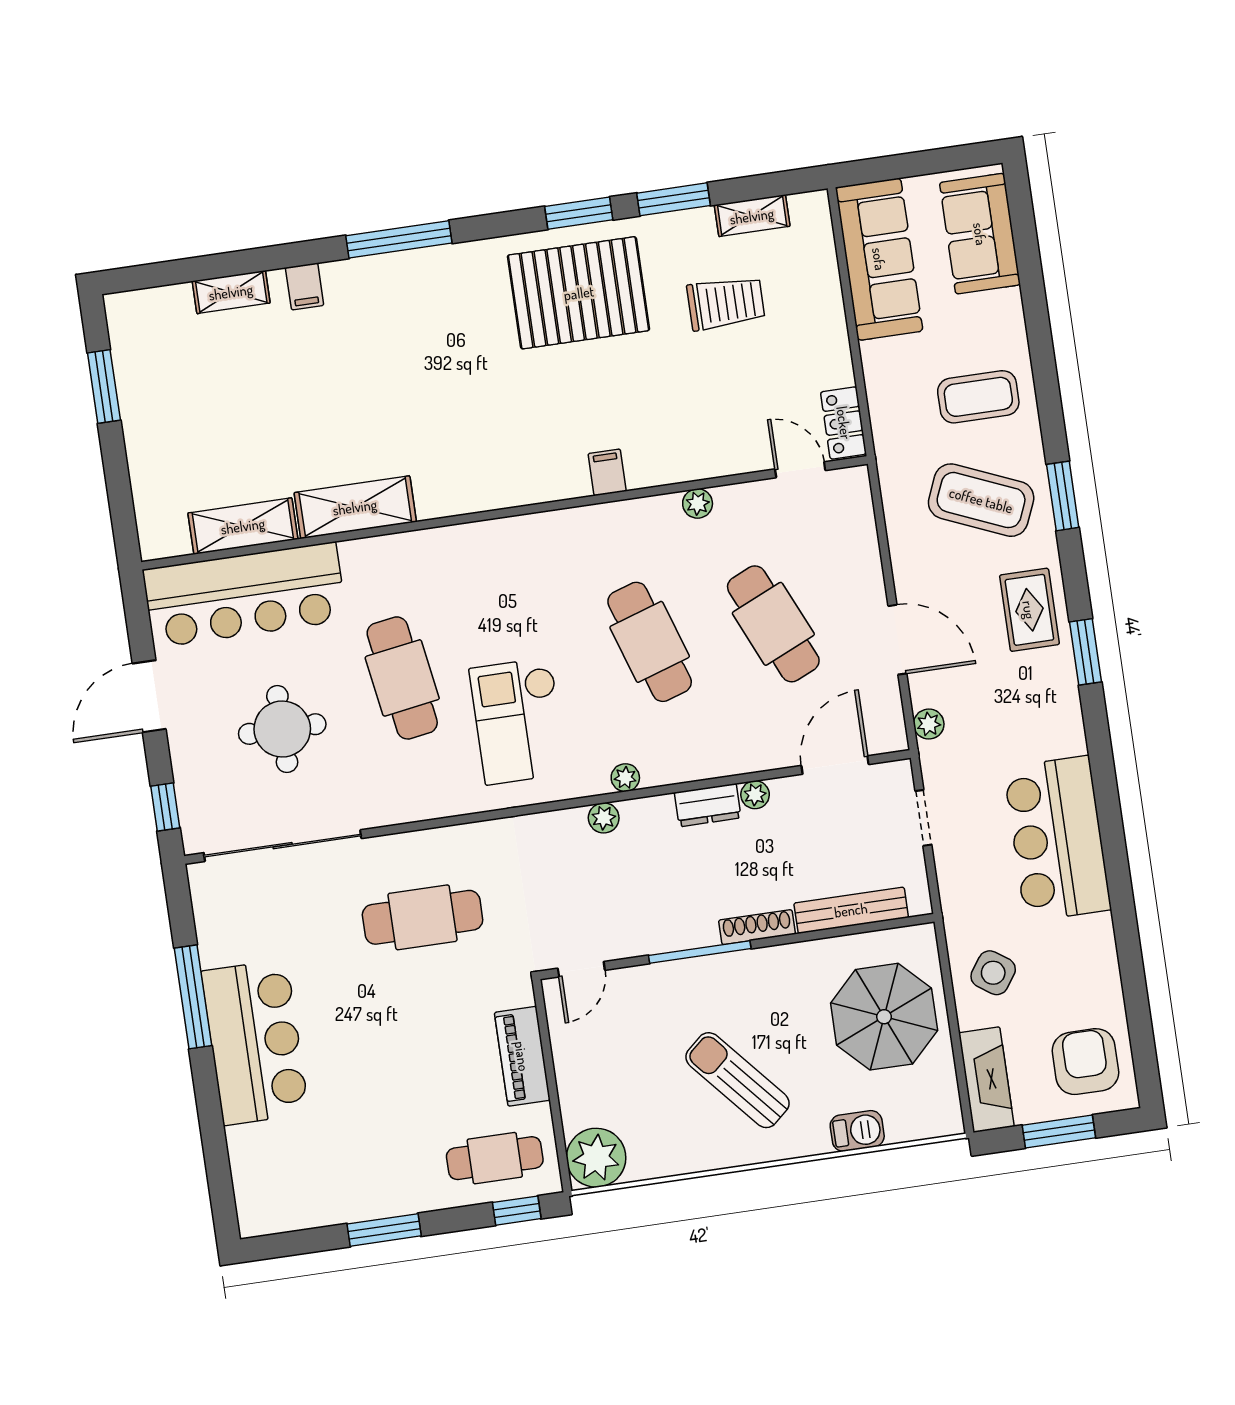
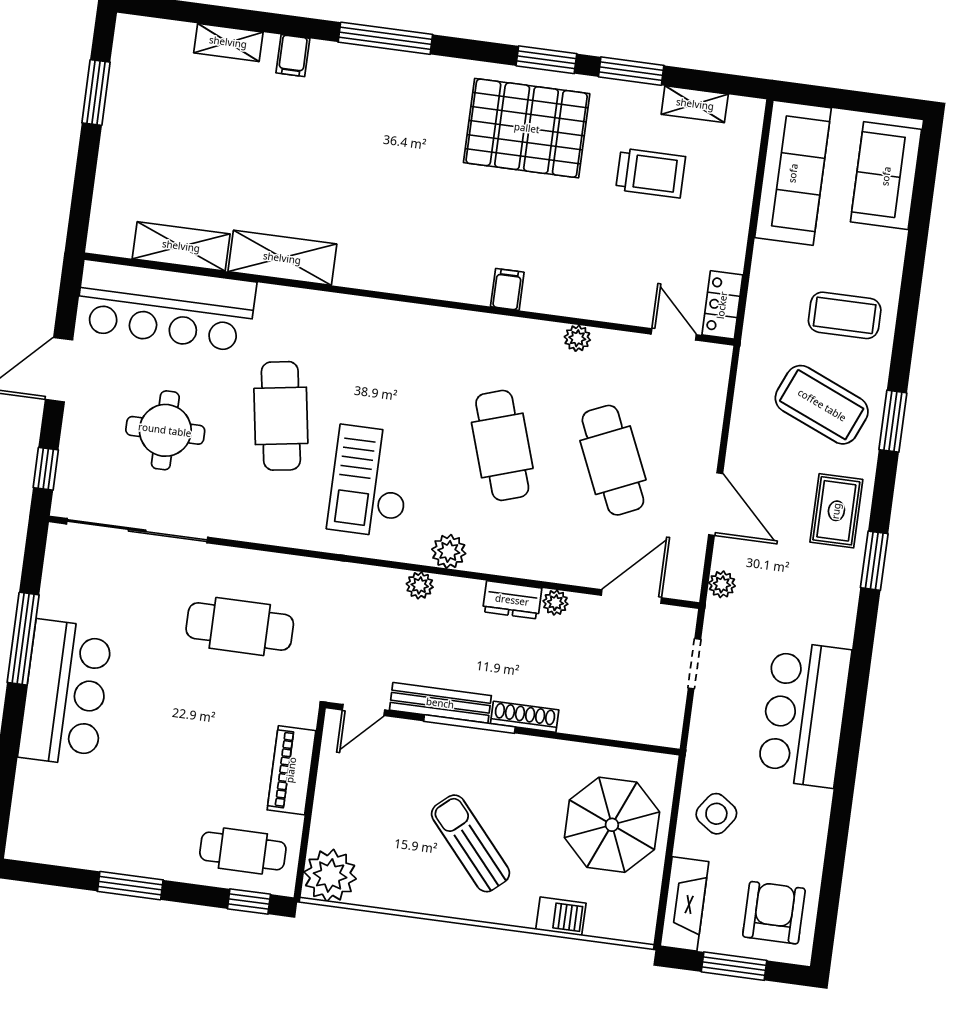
plant: (625, 778) -> (449, 551), width x1.38, depth x1.38
bench: (851, 910) -> (440, 703), moved

